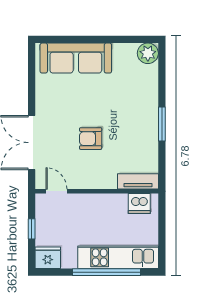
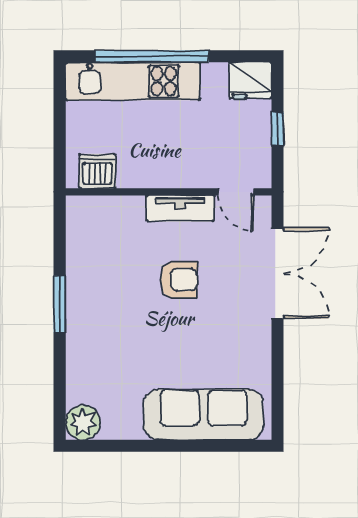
tv unit: (138, 181) -> (180, 208), moved

